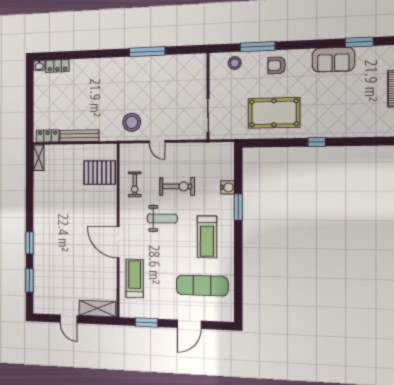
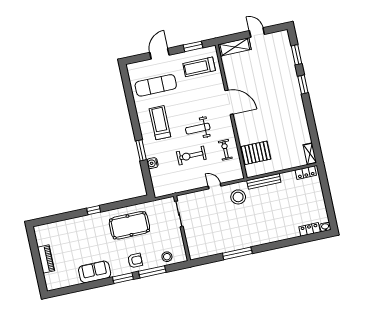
window: (359, 42) -> (123, 278), moved
bench: (79, 136) -> (264, 181), moved
treadmill: (135, 278) -> (199, 67), moved, turned 90

